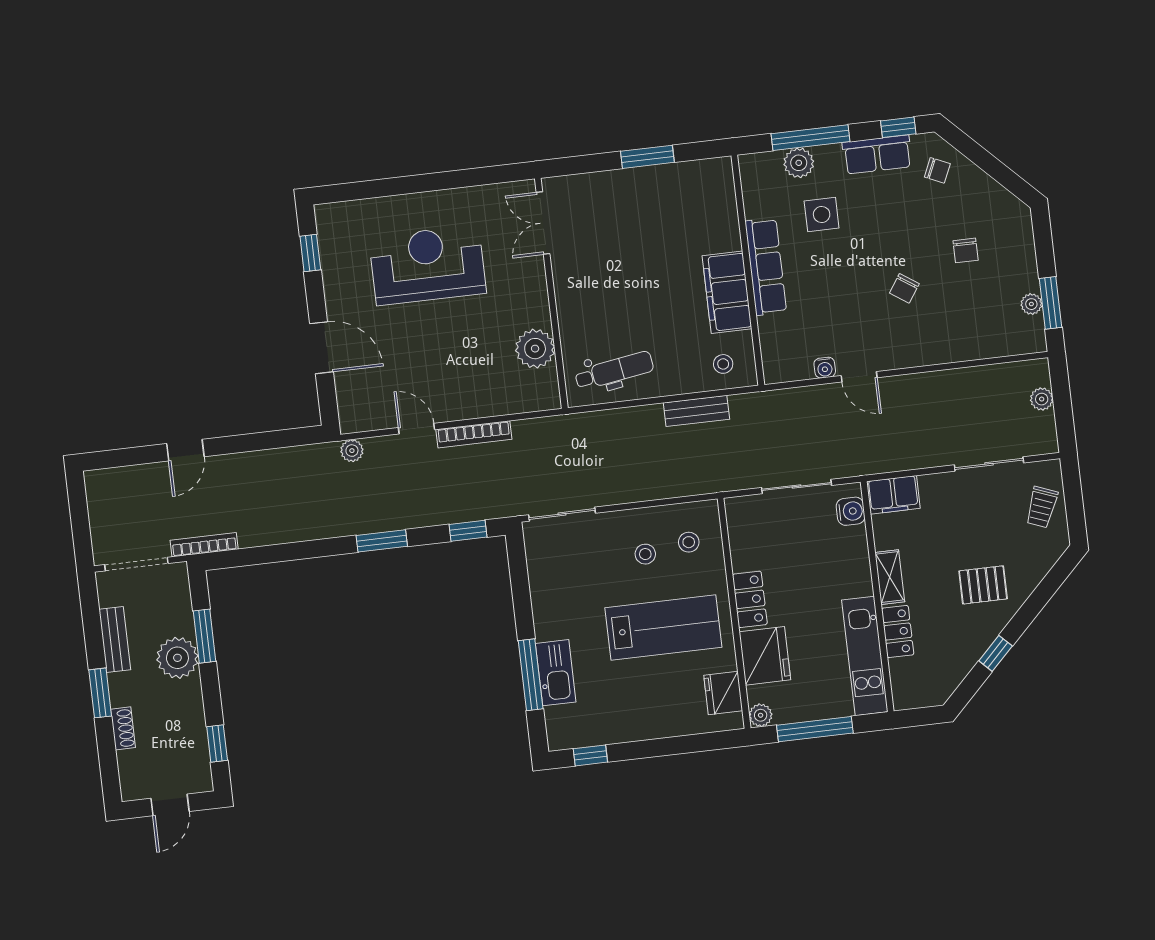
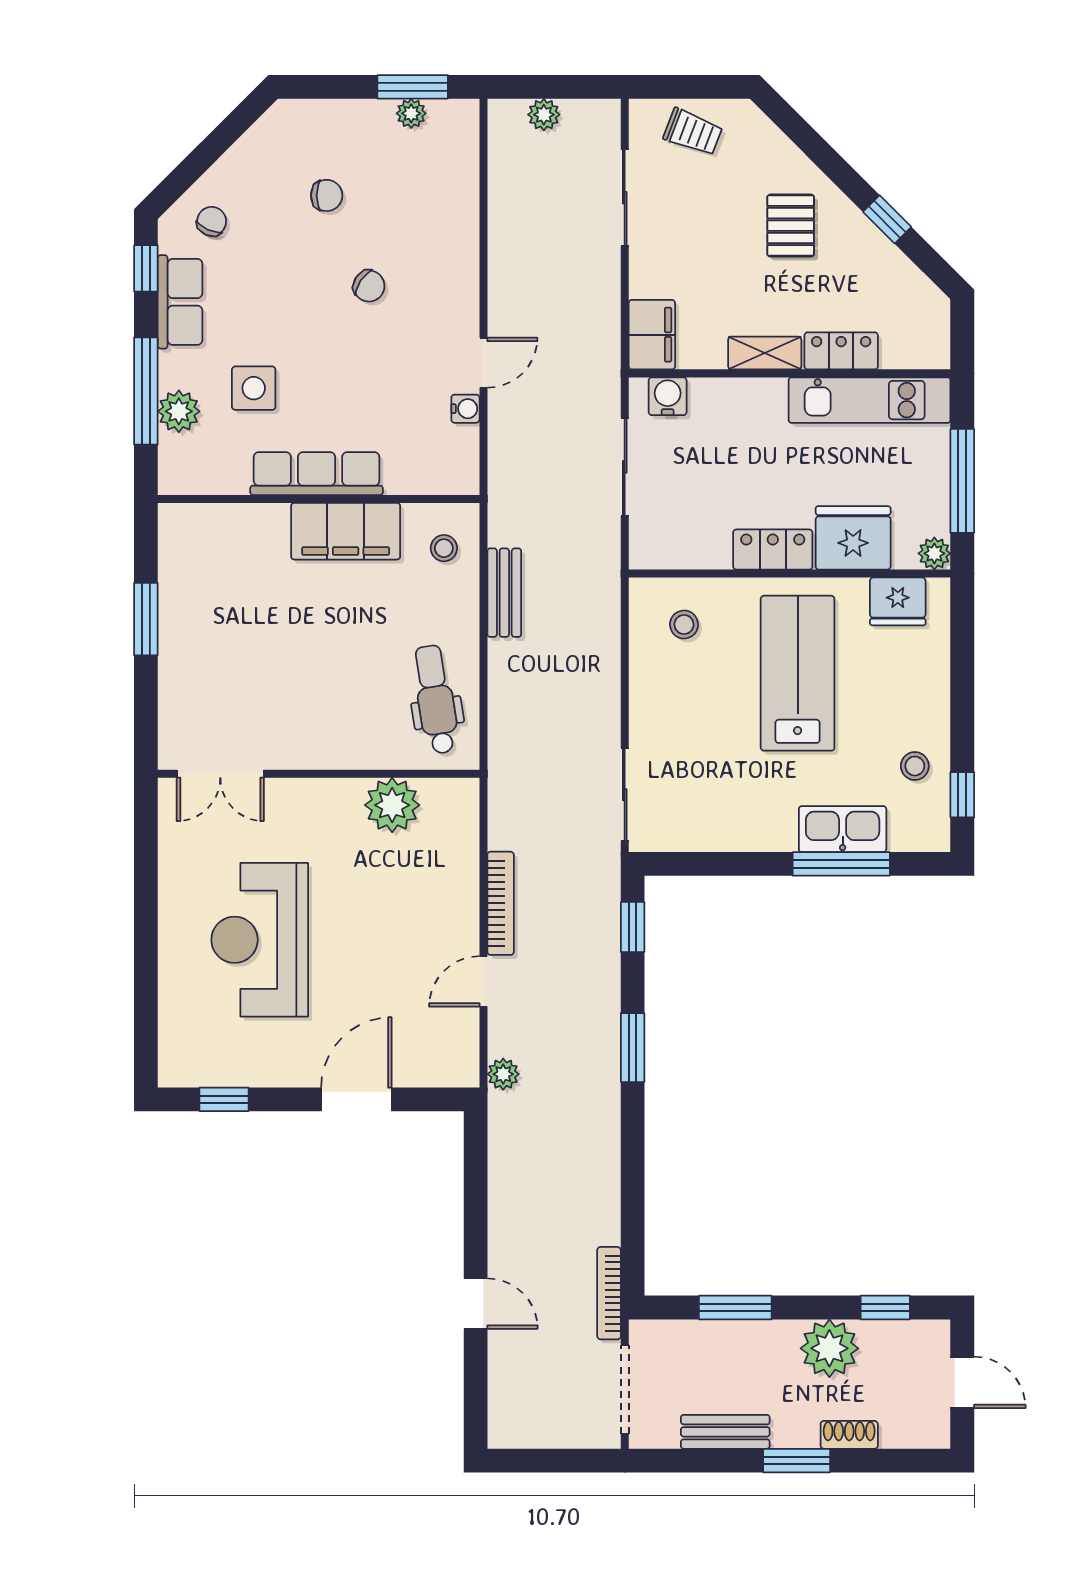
stool: (645, 554) -> (915, 766), moved
plant: (177, 658) -> (829, 1348), moved

